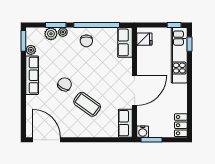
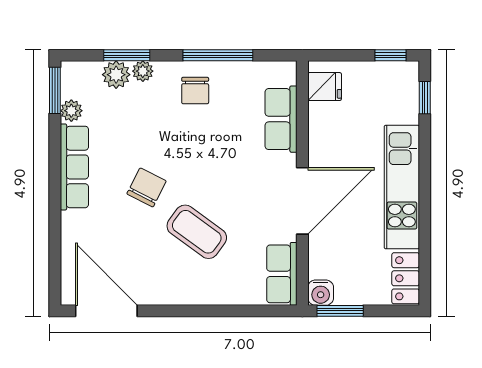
window: (97, 25) -> (218, 55), width x0.68
row of seats: (125, 42) -> (281, 119), moved
kitchen unit: (179, 55) -> (402, 187), moved

